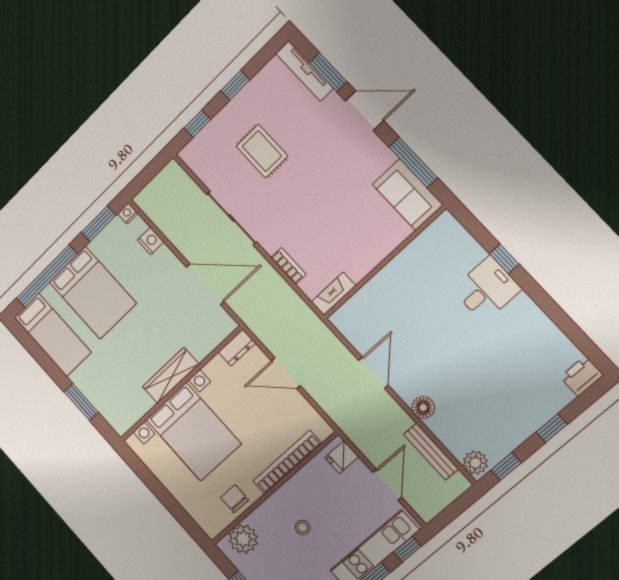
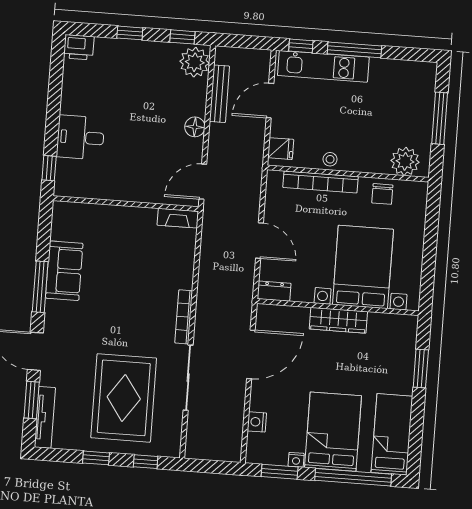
rug: (262, 151) -> (124, 398), width x1.86, depth x2.06
nightstand: (128, 213) -> (296, 460), moved
wall: (384, 263) -> (126, 204), moved
bookcase: (288, 266) -> (184, 317), width x1.56
door: (205, 284) -> (251, 354), swing flipped
desk: (487, 289) -> (80, 137), moved
fireplace: (333, 294) -> (178, 218), moved
plant: (475, 463) -> (195, 62), width x1.36, depth x1.36
stool: (303, 527) -> (330, 159), moved

